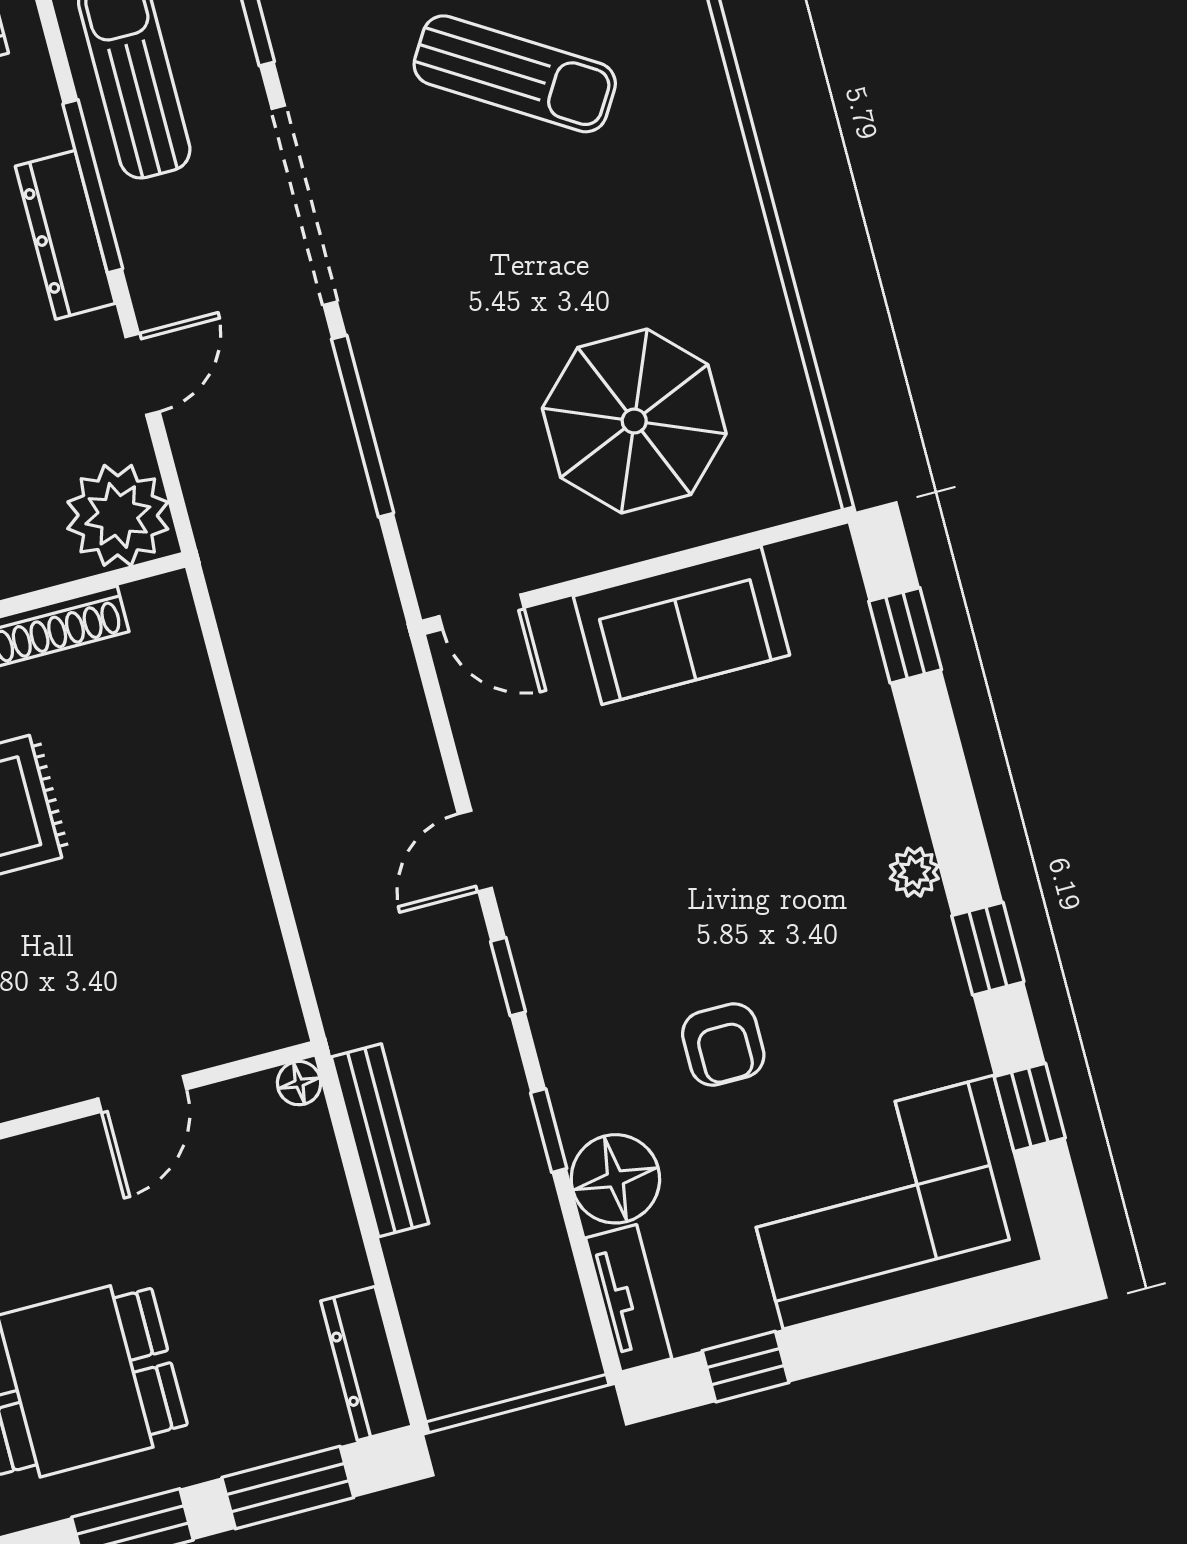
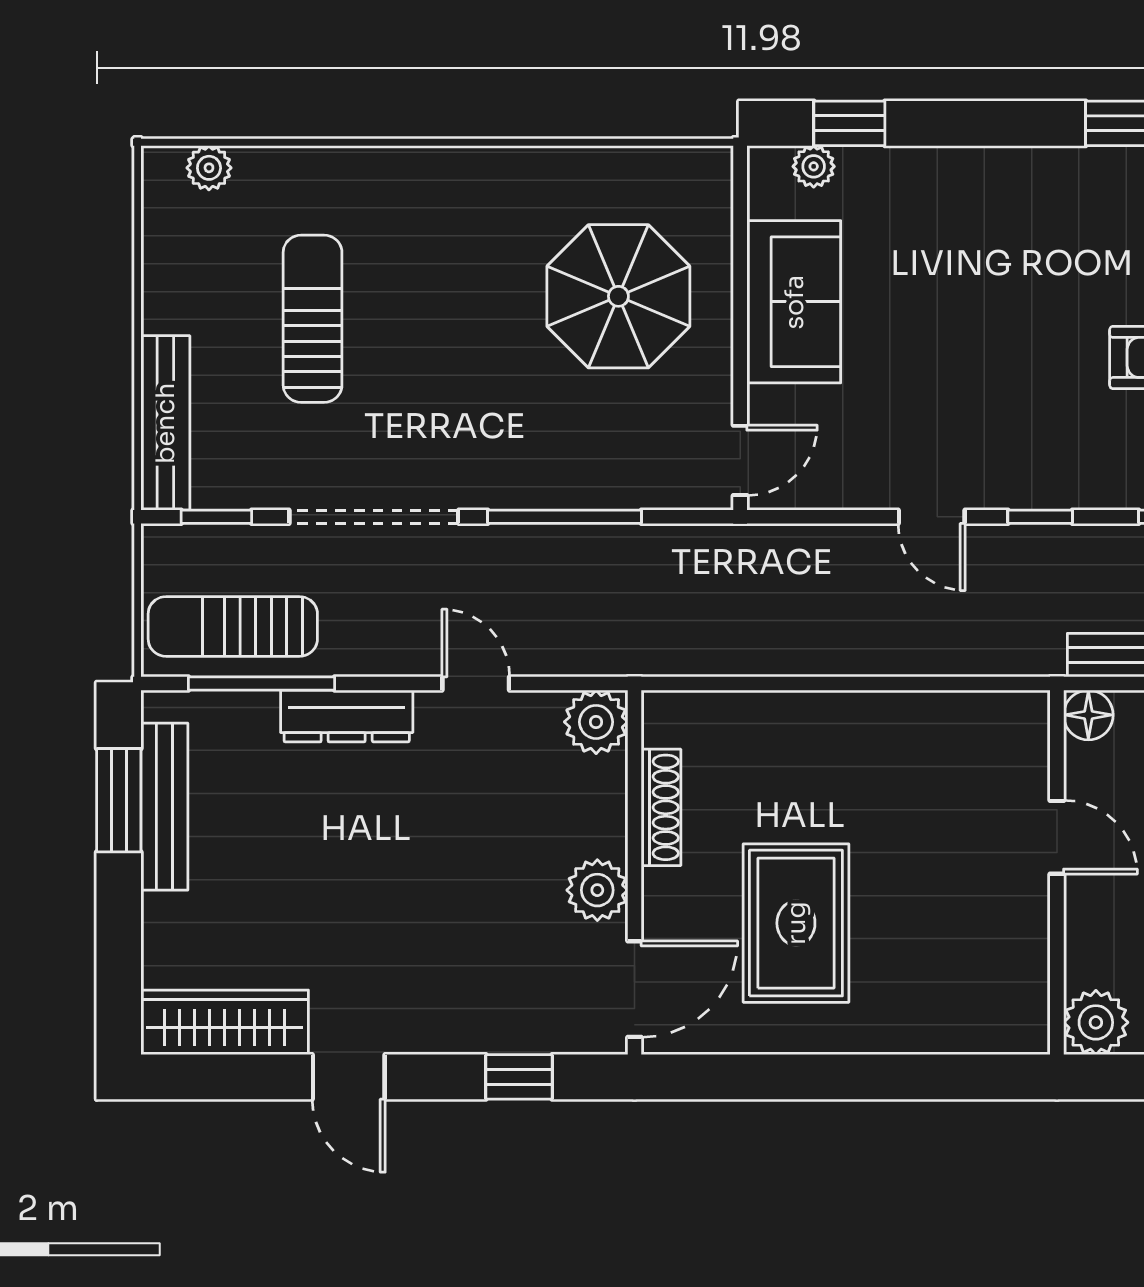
sun lounger: (515, 74) -> (313, 319), turned -32
window: (93, 186) -> (262, 684), moved
plant: (118, 515) -> (596, 722), width x0.73, depth x0.73
plant: (914, 872) -> (814, 166), moved
floor lamp: (299, 1083) -> (1088, 715), width x1.37, depth x1.37

